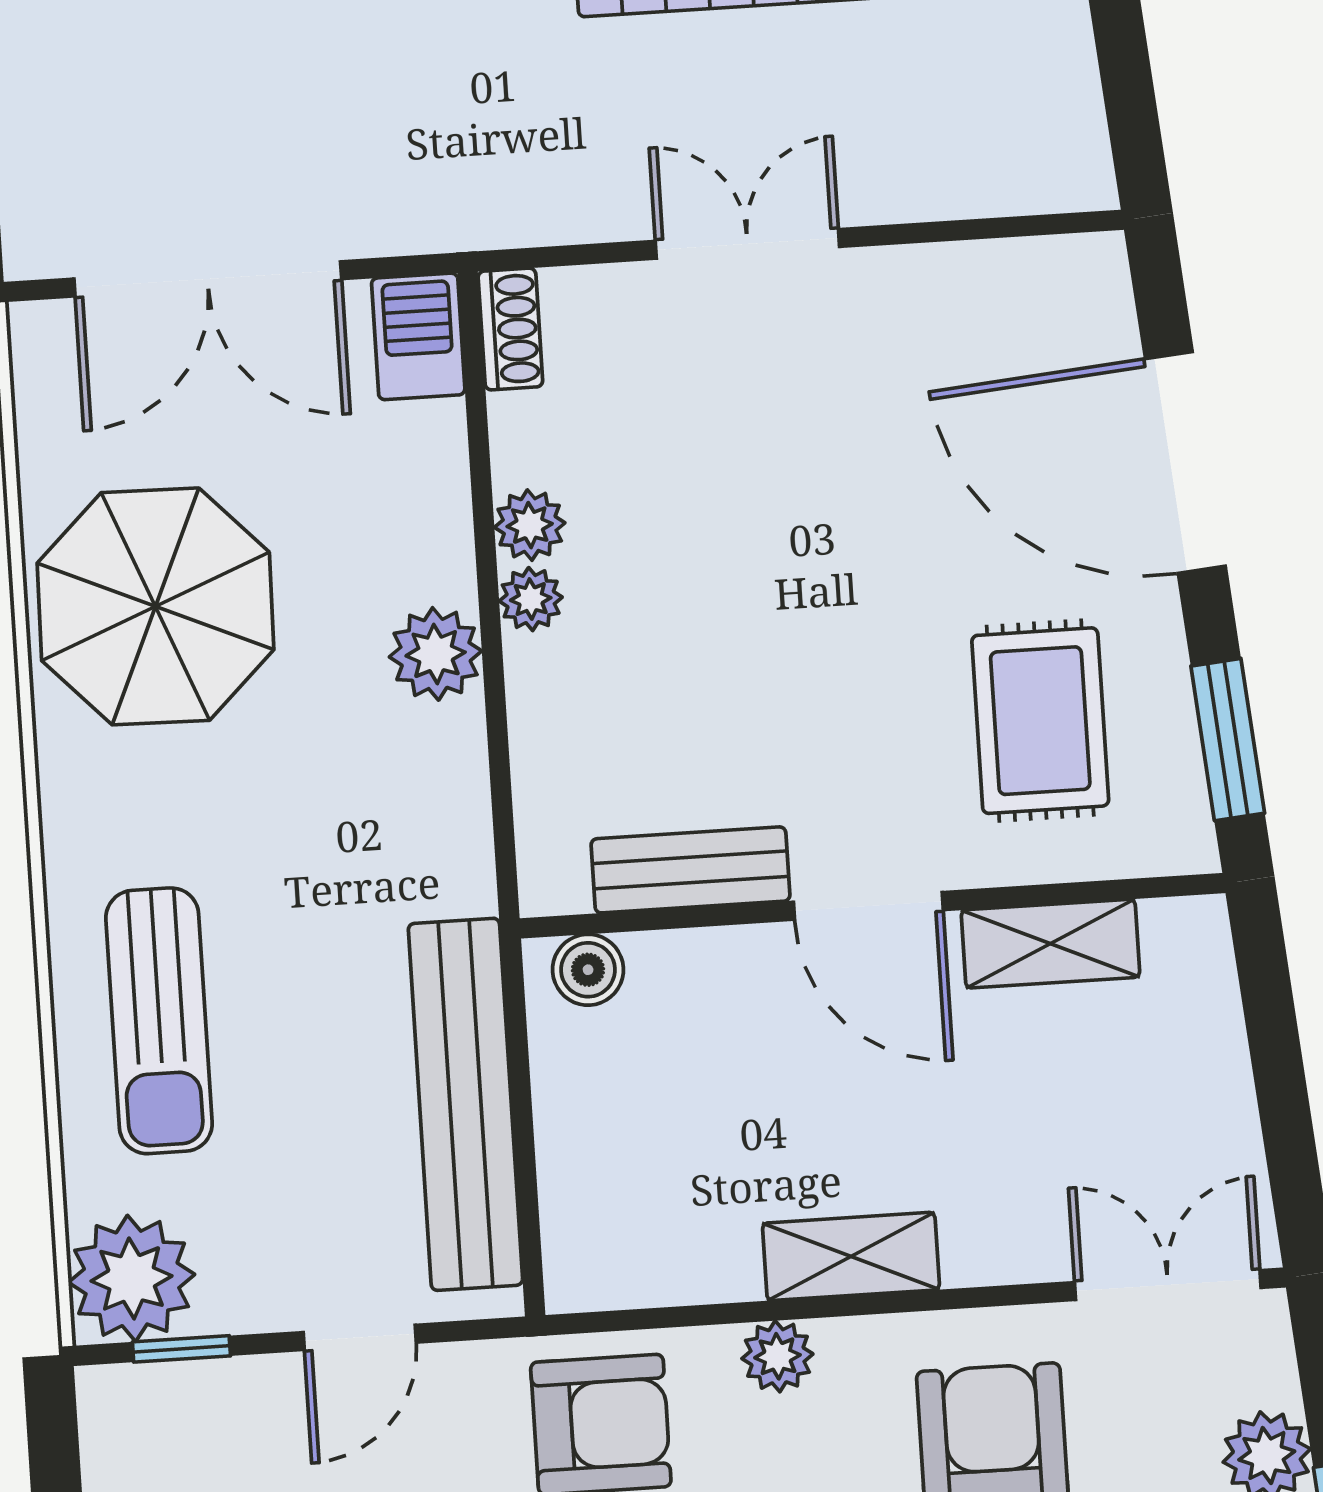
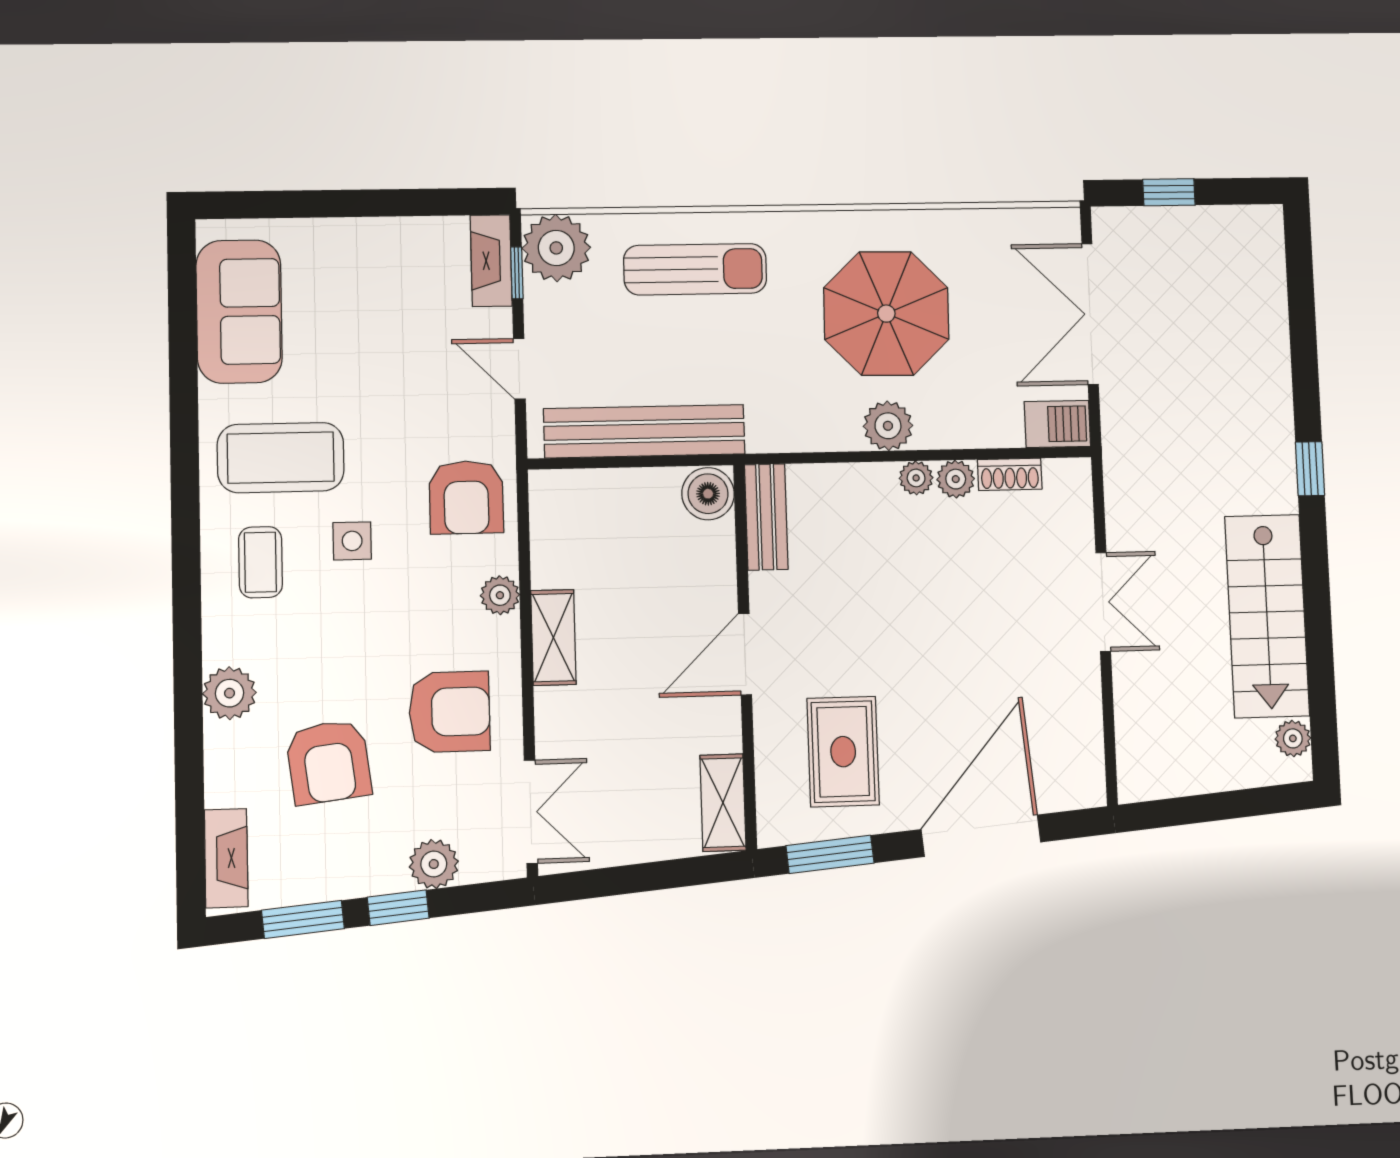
shoe rack: (510, 329) -> (1010, 474), moved
parasol: (155, 606) -> (886, 314), moved
rug: (1040, 721) -> (843, 752), turned 90
bench: (690, 870) -> (766, 517), moved
shelving: (1050, 944) -> (723, 803), moved
boiler: (588, 970) -> (708, 494), width x1.36, depth x1.36
sun lounger: (159, 1021) -> (695, 269), turned 180
fireplace: (161, 1397) -> (491, 261), added

